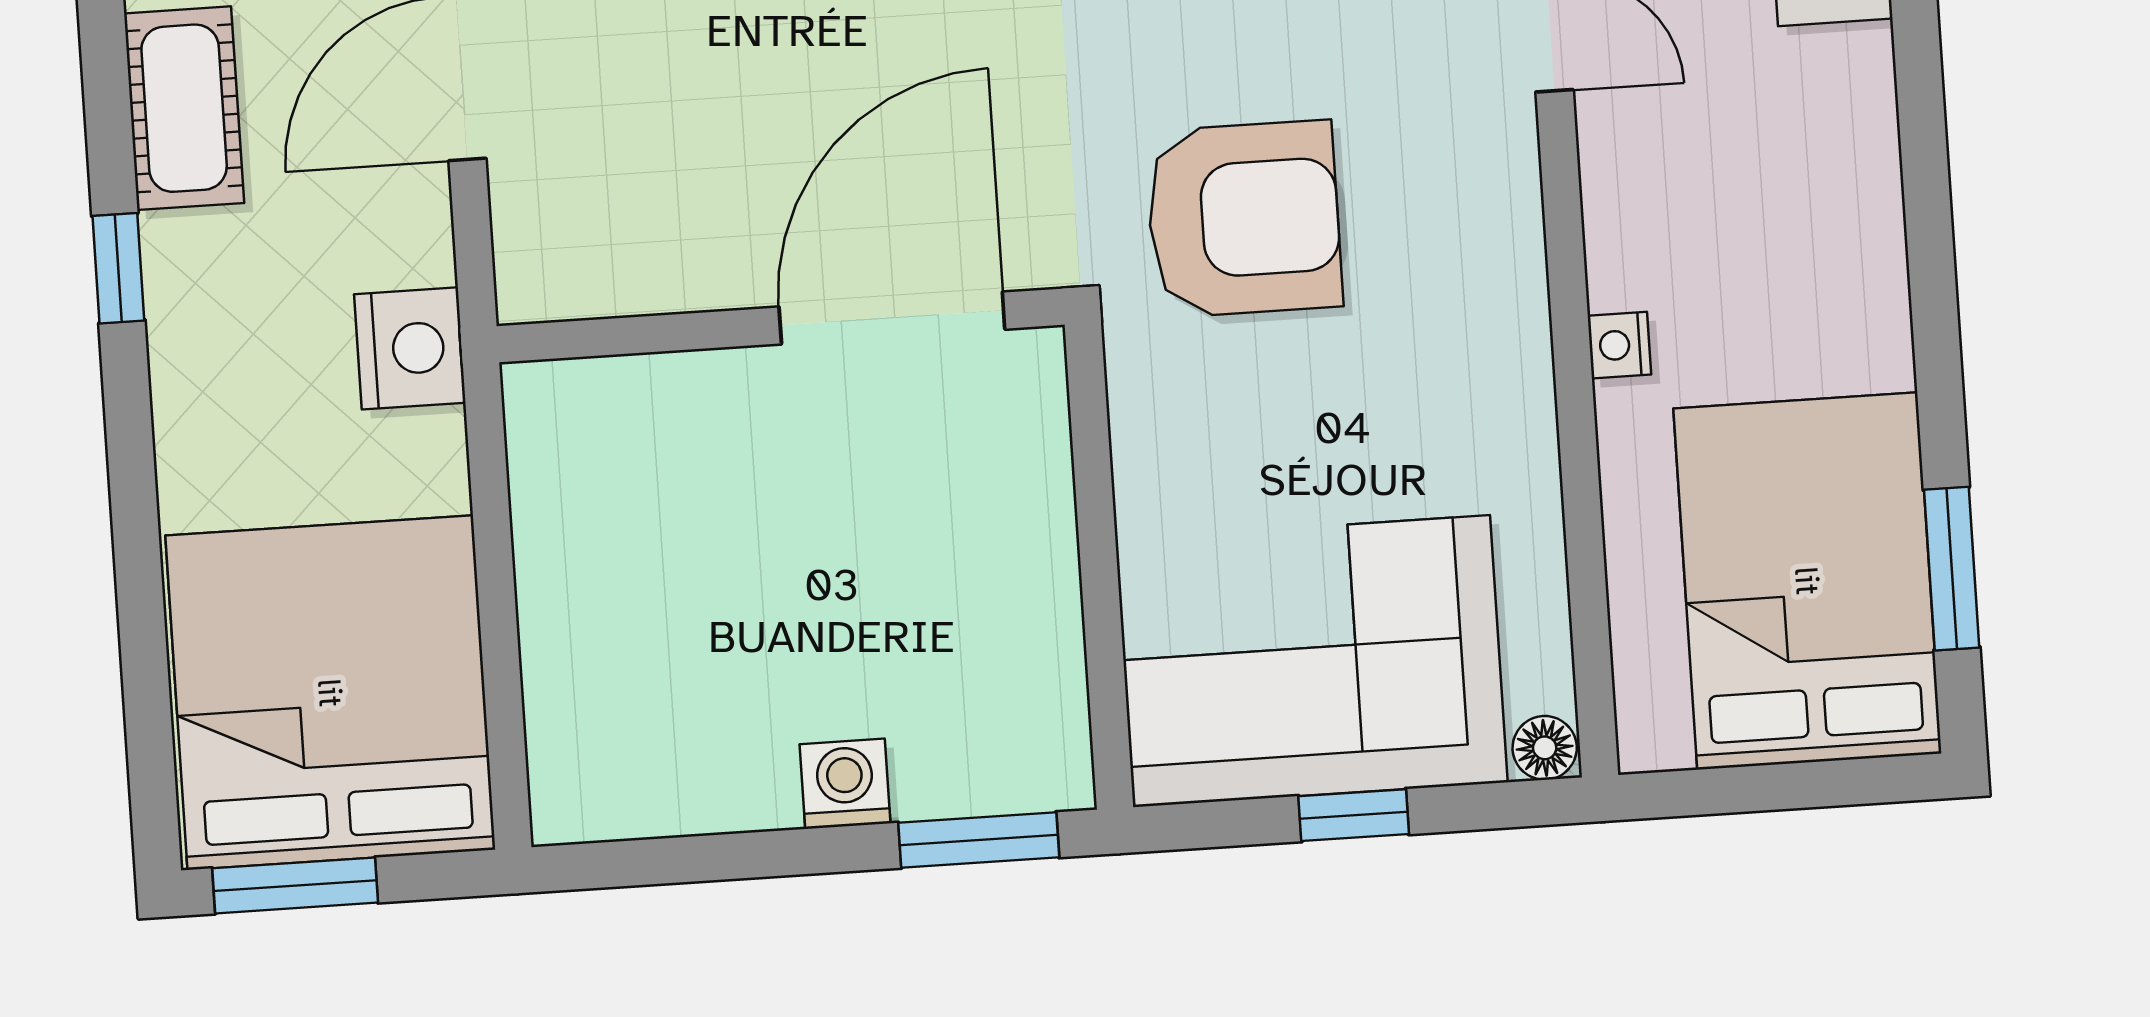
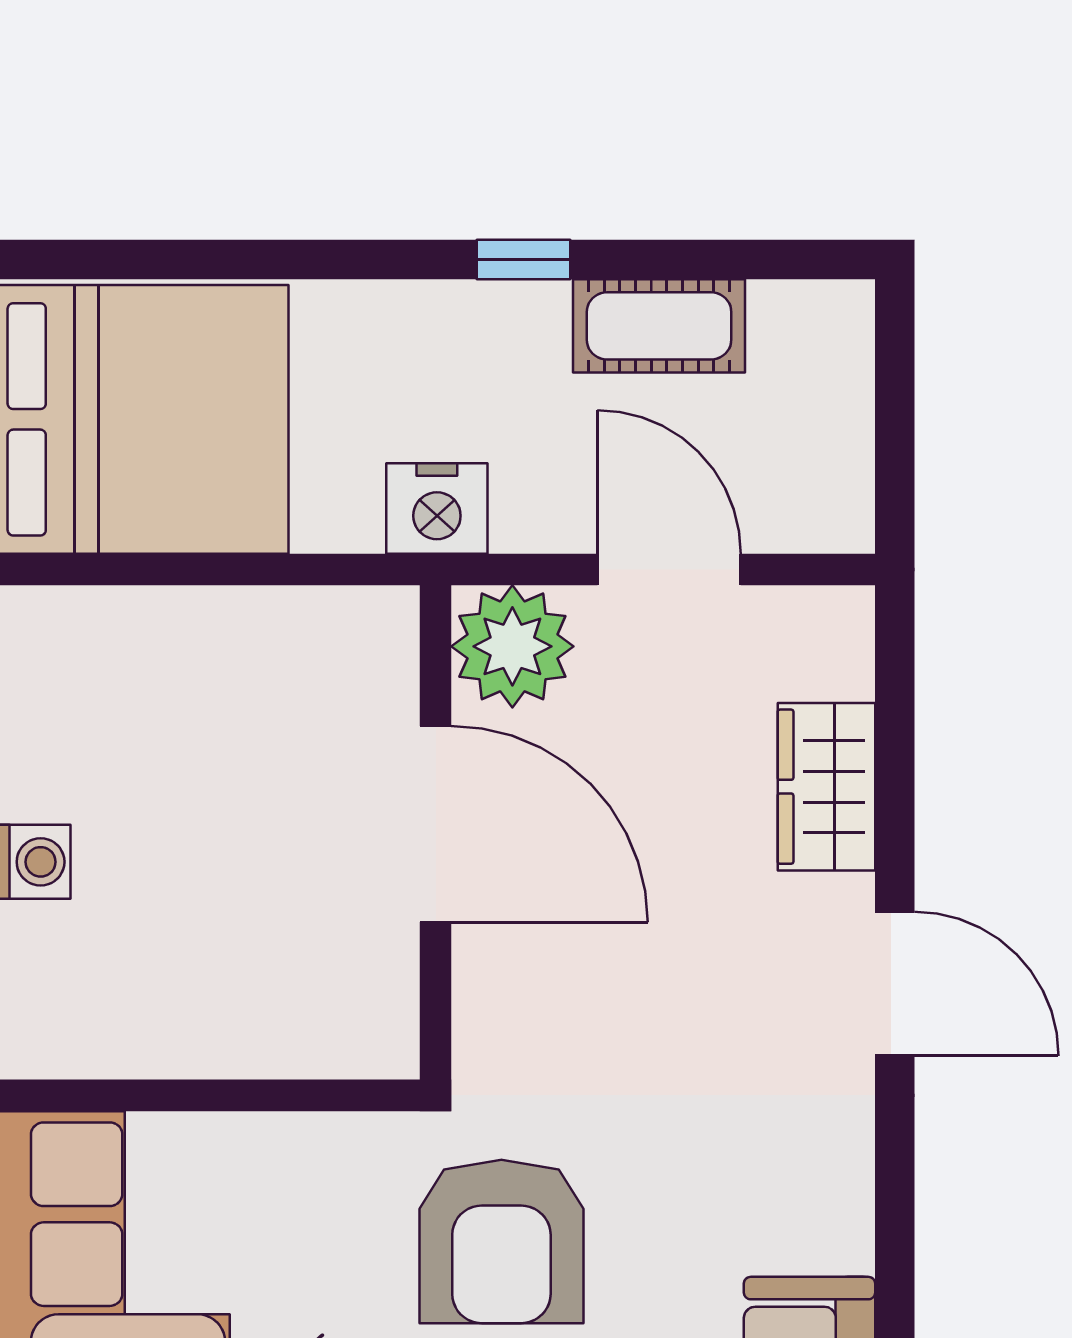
plant: (562, 252) -> (512, 646), added
door: (892, 318) -> (436, 824), moved

